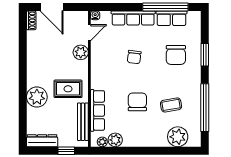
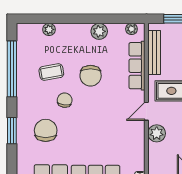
door: (89, 33) -> (146, 111), moved
chair: (134, 57) -> (65, 100), moved
plant: (178, 137) -> (49, 29), width x0.53, depth x0.53
plant: (115, 140) -> (99, 31), moved

